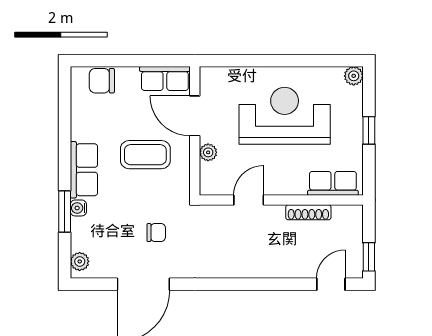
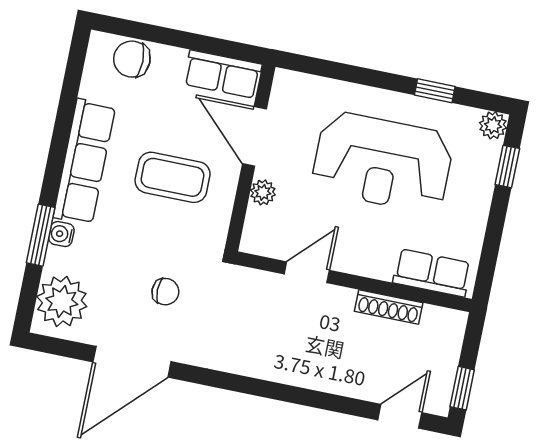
window: (310, 61) -> (435, 91), added
reception desk: (285, 116) -> (383, 162), turned 180
window: (369, 130) -> (507, 167), moved
row of seats: (84, 170) -> (84, 162), width x1.48
plant: (80, 261) -> (62, 301), width x1.88, depth x1.88

